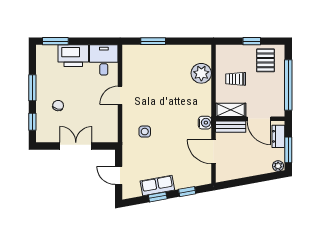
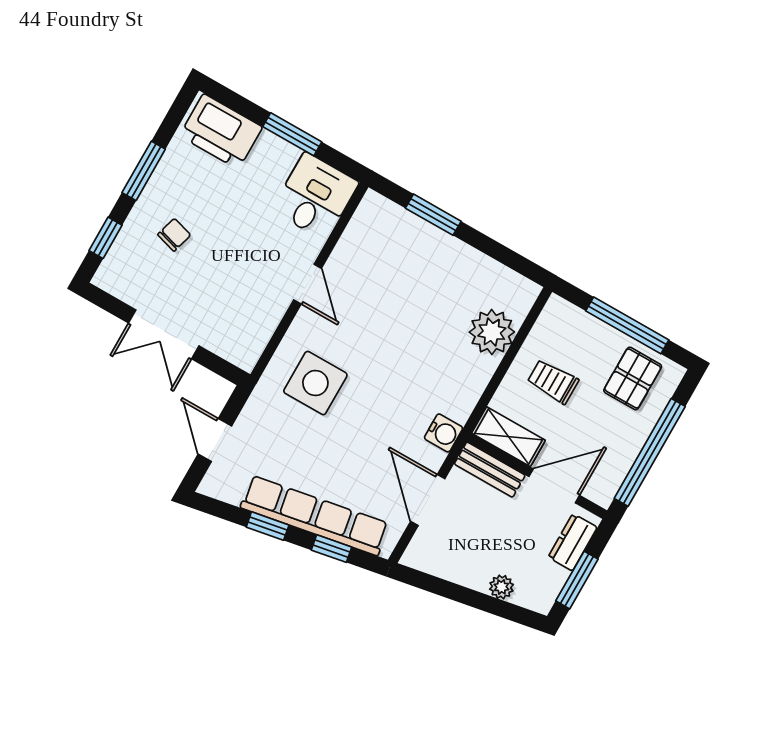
window: (55, 41) -> (292, 134), moved
window: (252, 41) -> (627, 325), width x2.17
printer: (73, 56) -> (221, 131), moved
door: (120, 95) -> (308, 284), swing flipped
door: (259, 119) -> (554, 486), swing flipped
side table: (145, 132) -> (315, 383), width x1.87, depth x1.87
double door: (76, 146) -> (164, 334), swing flipped
plant: (278, 166) -> (501, 587), moved
row of seats: (157, 186) -> (315, 516), width x2.02

